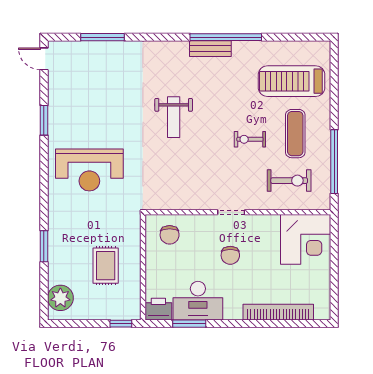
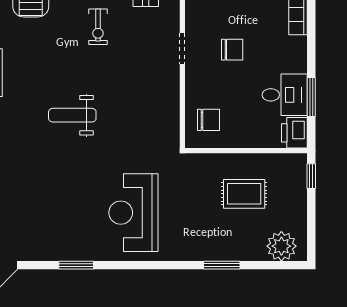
weight bench: (174, 117) -> (72, 115), turned 180
reception desk: (89, 170) -> (133, 213), turned 180
desk: (198, 301) -> (285, 95), width x0.73

